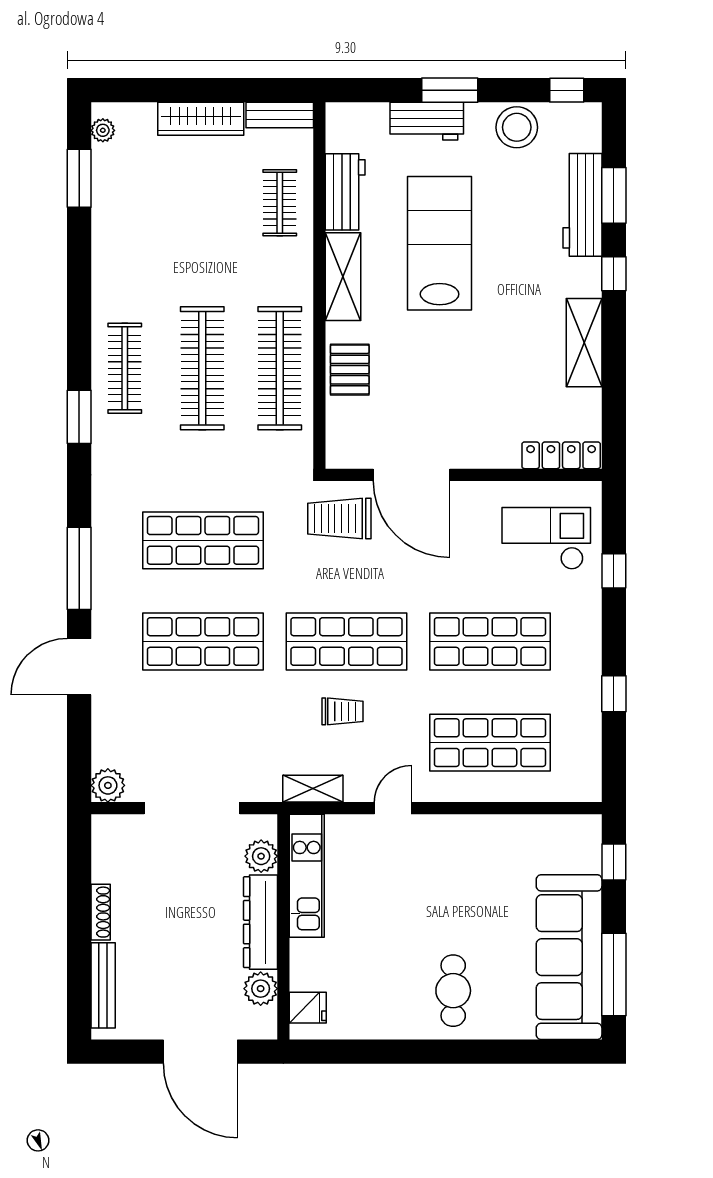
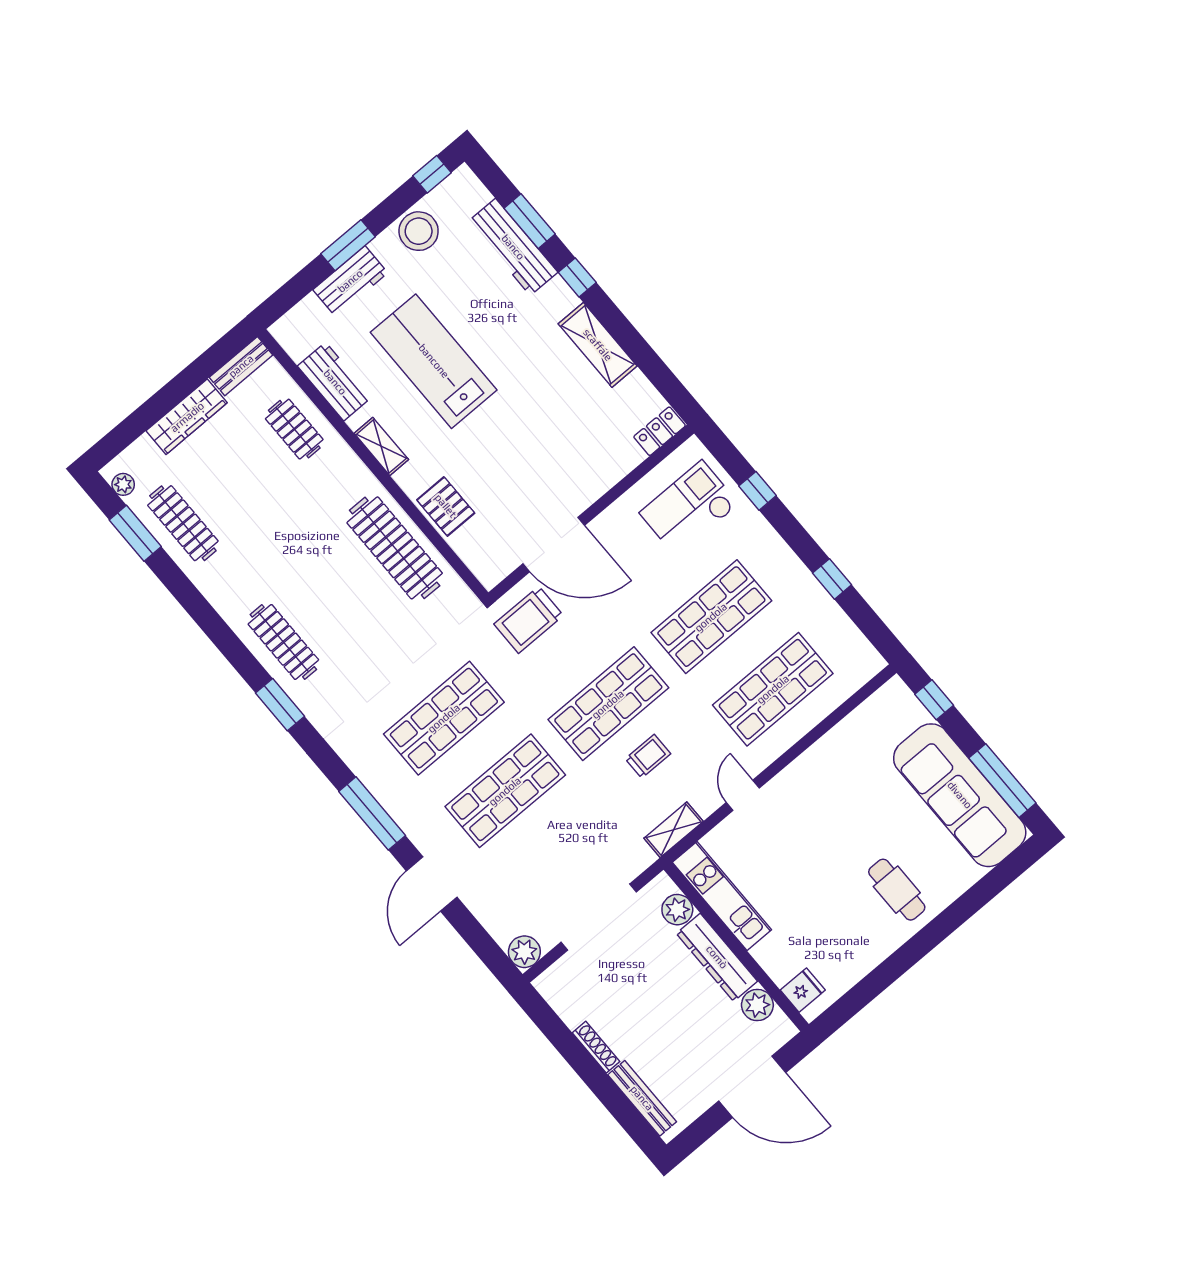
shelving: (343, 277) -> (381, 446), width x0.67, depth x0.75
clothes rail: (202, 368) -> (183, 523), moved, width x0.73, depth x0.76
locker: (561, 455) -> (660, 431), width x0.66

